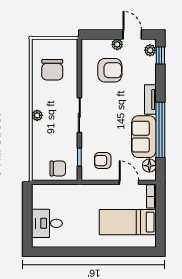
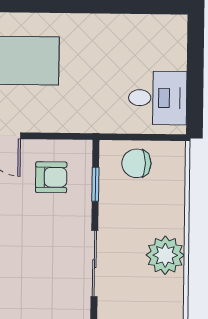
plant: (37, 115) -> (165, 255), width x1.87, depth x1.87
desk: (47, 223) -> (158, 98), moved

